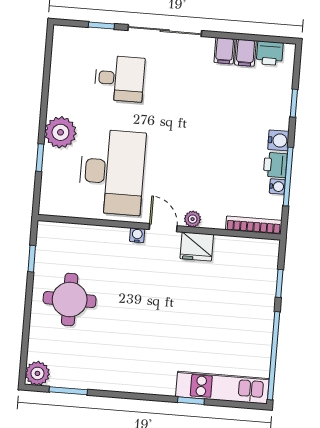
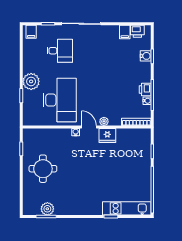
filing cabinet: (224, 51) -> (31, 32), moved
water cooler: (278, 140) -> (146, 56), moved
plant: (37, 373) -> (47, 209), moved

